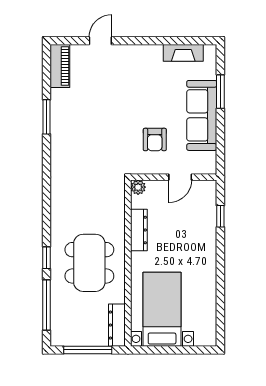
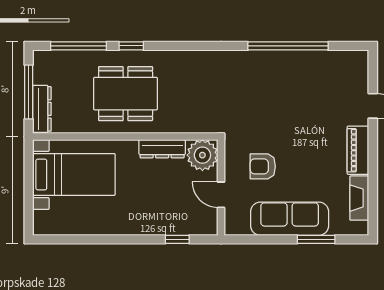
piano: (60, 66) -> (358, 150), moved, turned 90
window: (46, 117) -> (288, 46), width x2.11
plant: (138, 187) -> (202, 155), width x1.88, depth x1.88
dresser: (117, 325) -> (42, 109), moved, turned 90

